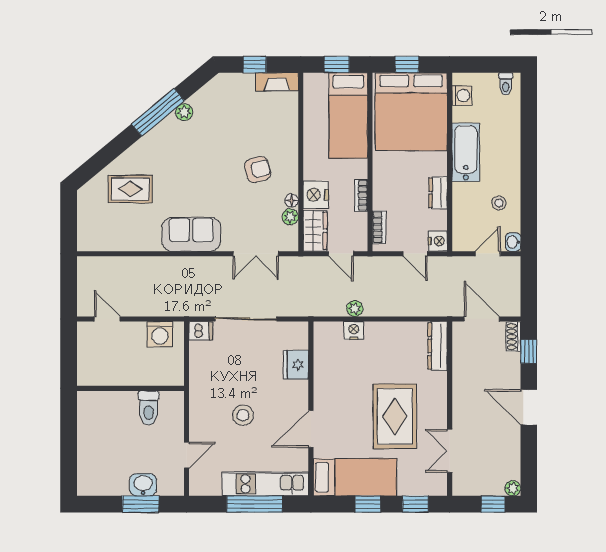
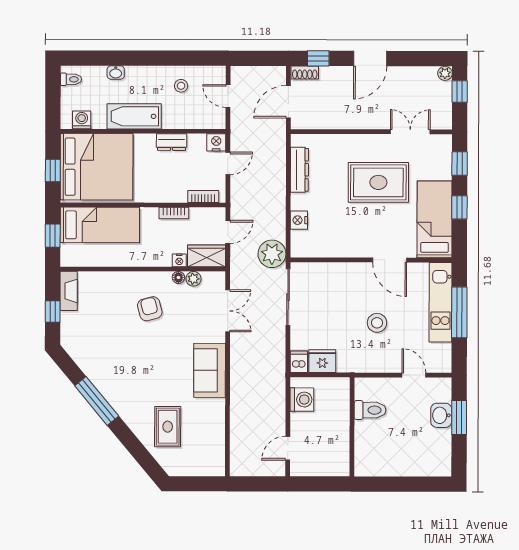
plant: (184, 112) -> (97, 377), removed
nightstand: (316, 195) -> (179, 260), width x0.53, depth x0.56
washbasin: (513, 242) -> (116, 72), moved
plant: (355, 309) -> (272, 254), moved, width x1.87, depth x1.87
sliding door: (246, 319) -> (288, 297), moved
dresser: (438, 346) -> (299, 170), moved, turned -90
fridge: (296, 365) -> (322, 361), moved, turned 180
double door: (450, 451) -> (410, 132), swing flipped

